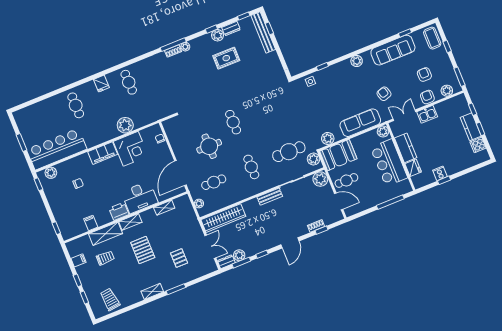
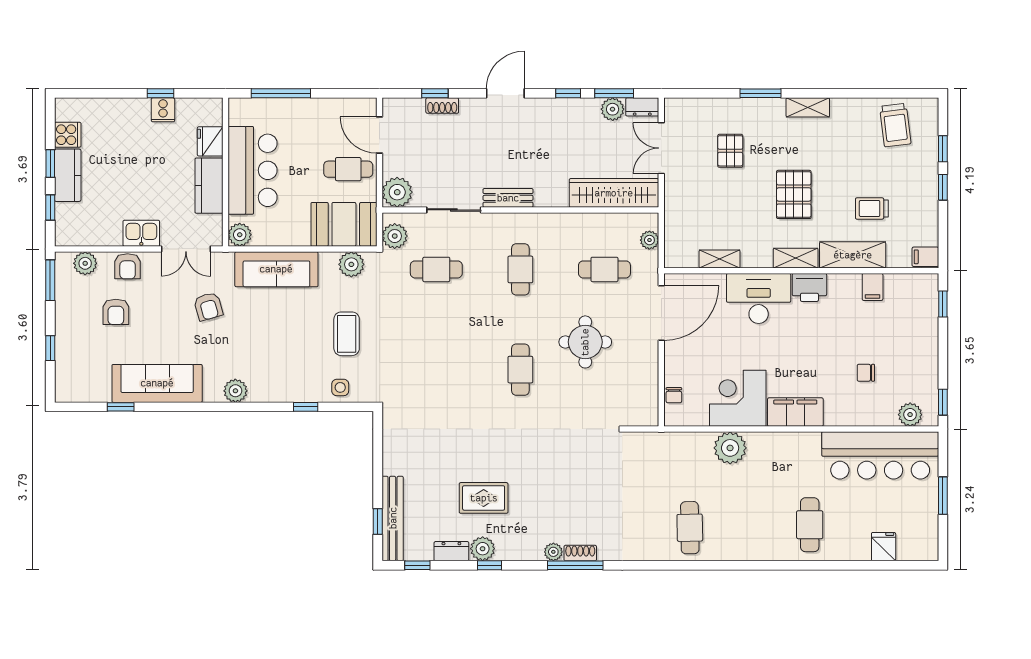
coffee table: (432, 38) -> (347, 334), moved
fridge: (101, 84) -> (884, 547), moved
cafe table: (289, 152) -> (436, 269), width x0.73, depth x0.74
filing cabinet: (78, 260) -> (925, 257), moved

